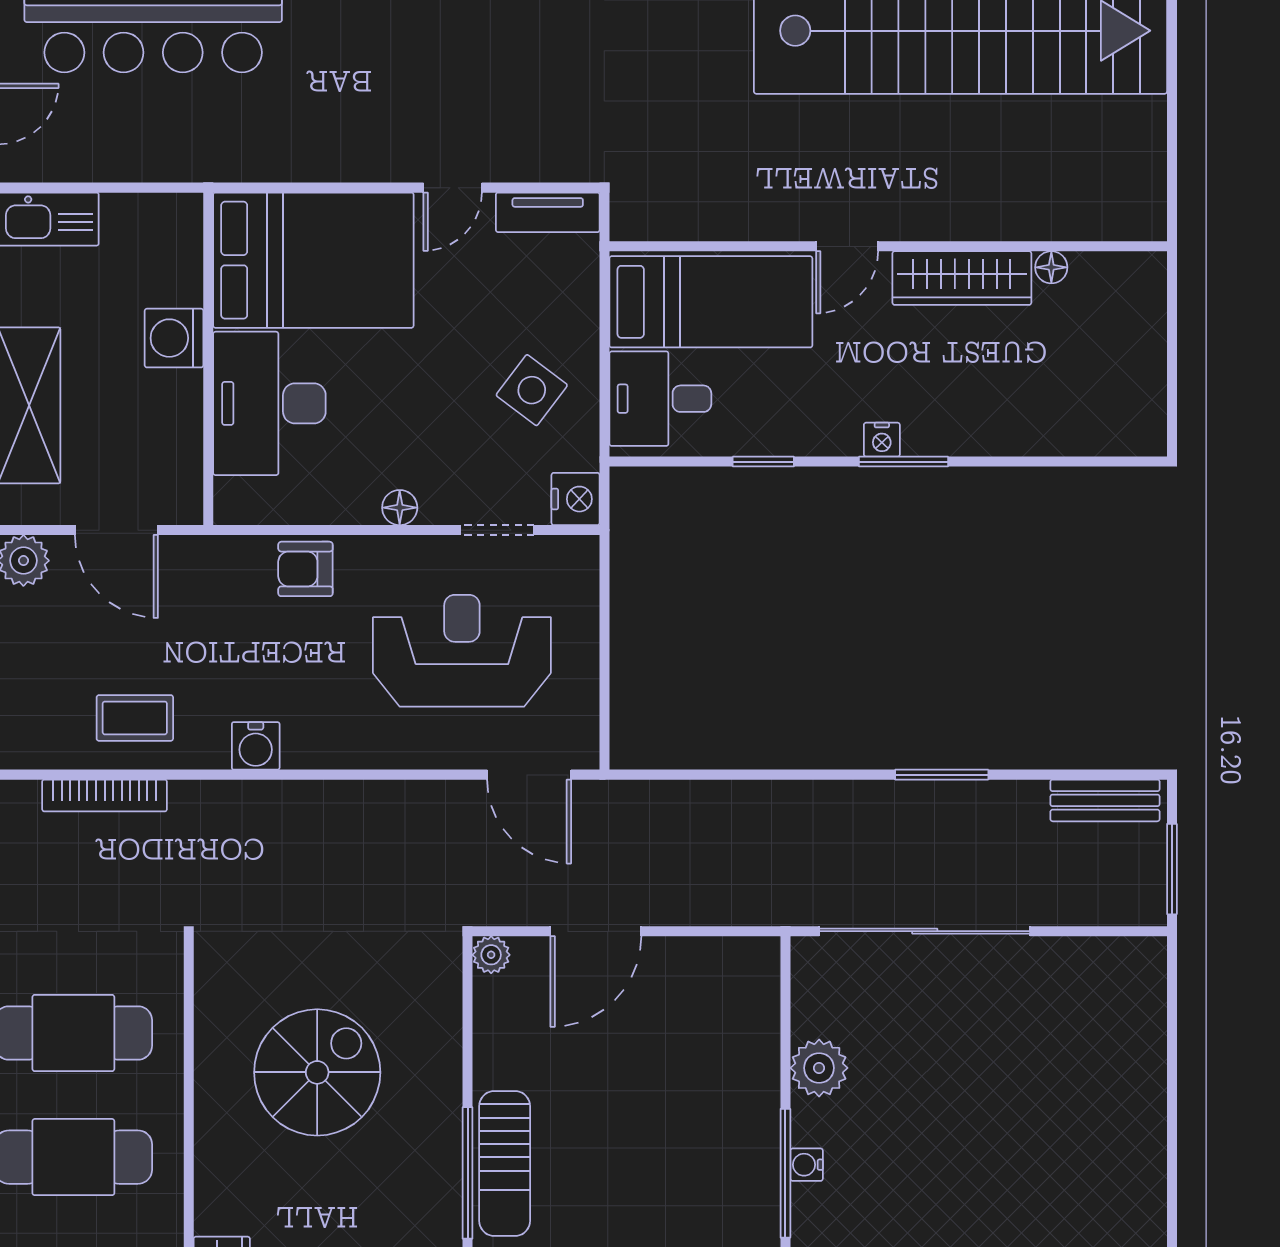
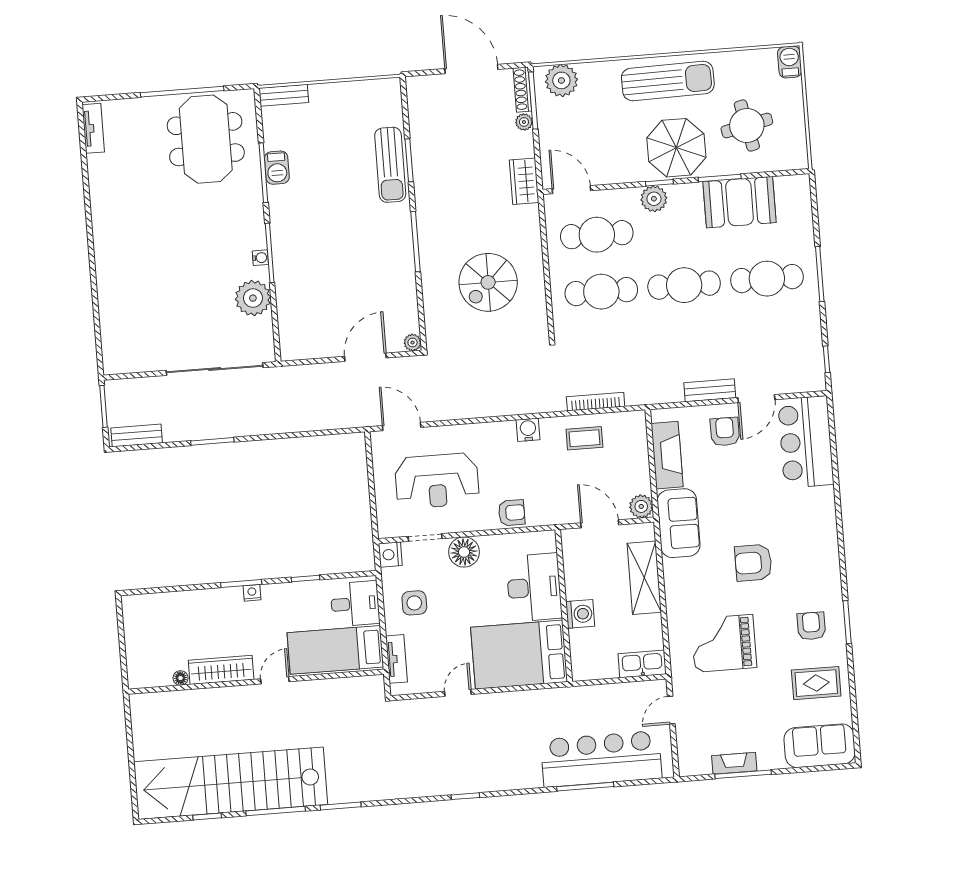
tv unit: (548, 212) -> (397, 659), moved, turned 90
side table: (532, 390) -> (414, 603), turned -37
floor lamp: (400, 508) -> (464, 552), width x1.89, depth x1.89
plant: (819, 1068) -> (253, 298), width x1.36, depth x1.36
sun lounger: (505, 1163) -> (399, 247), removed

